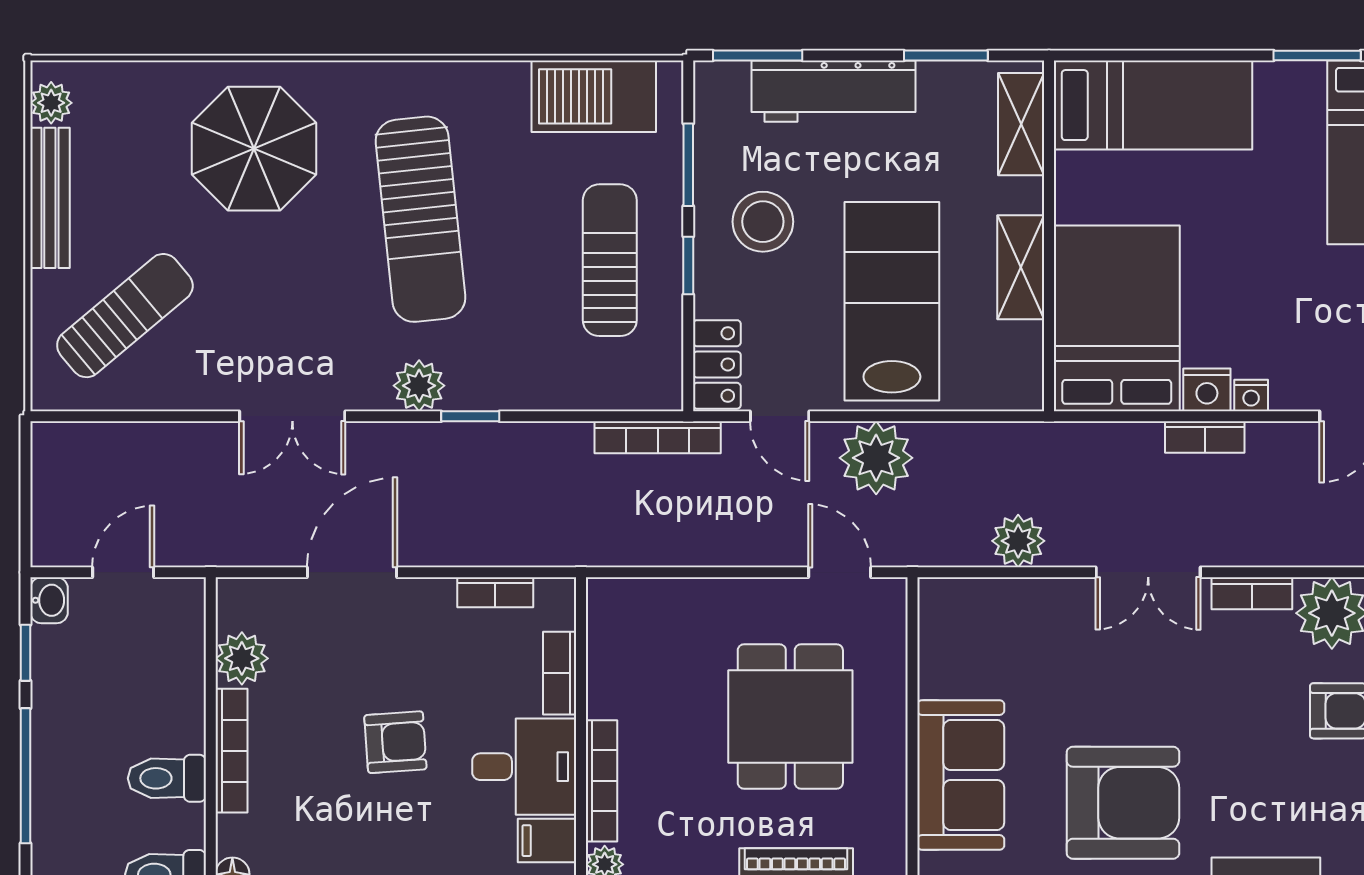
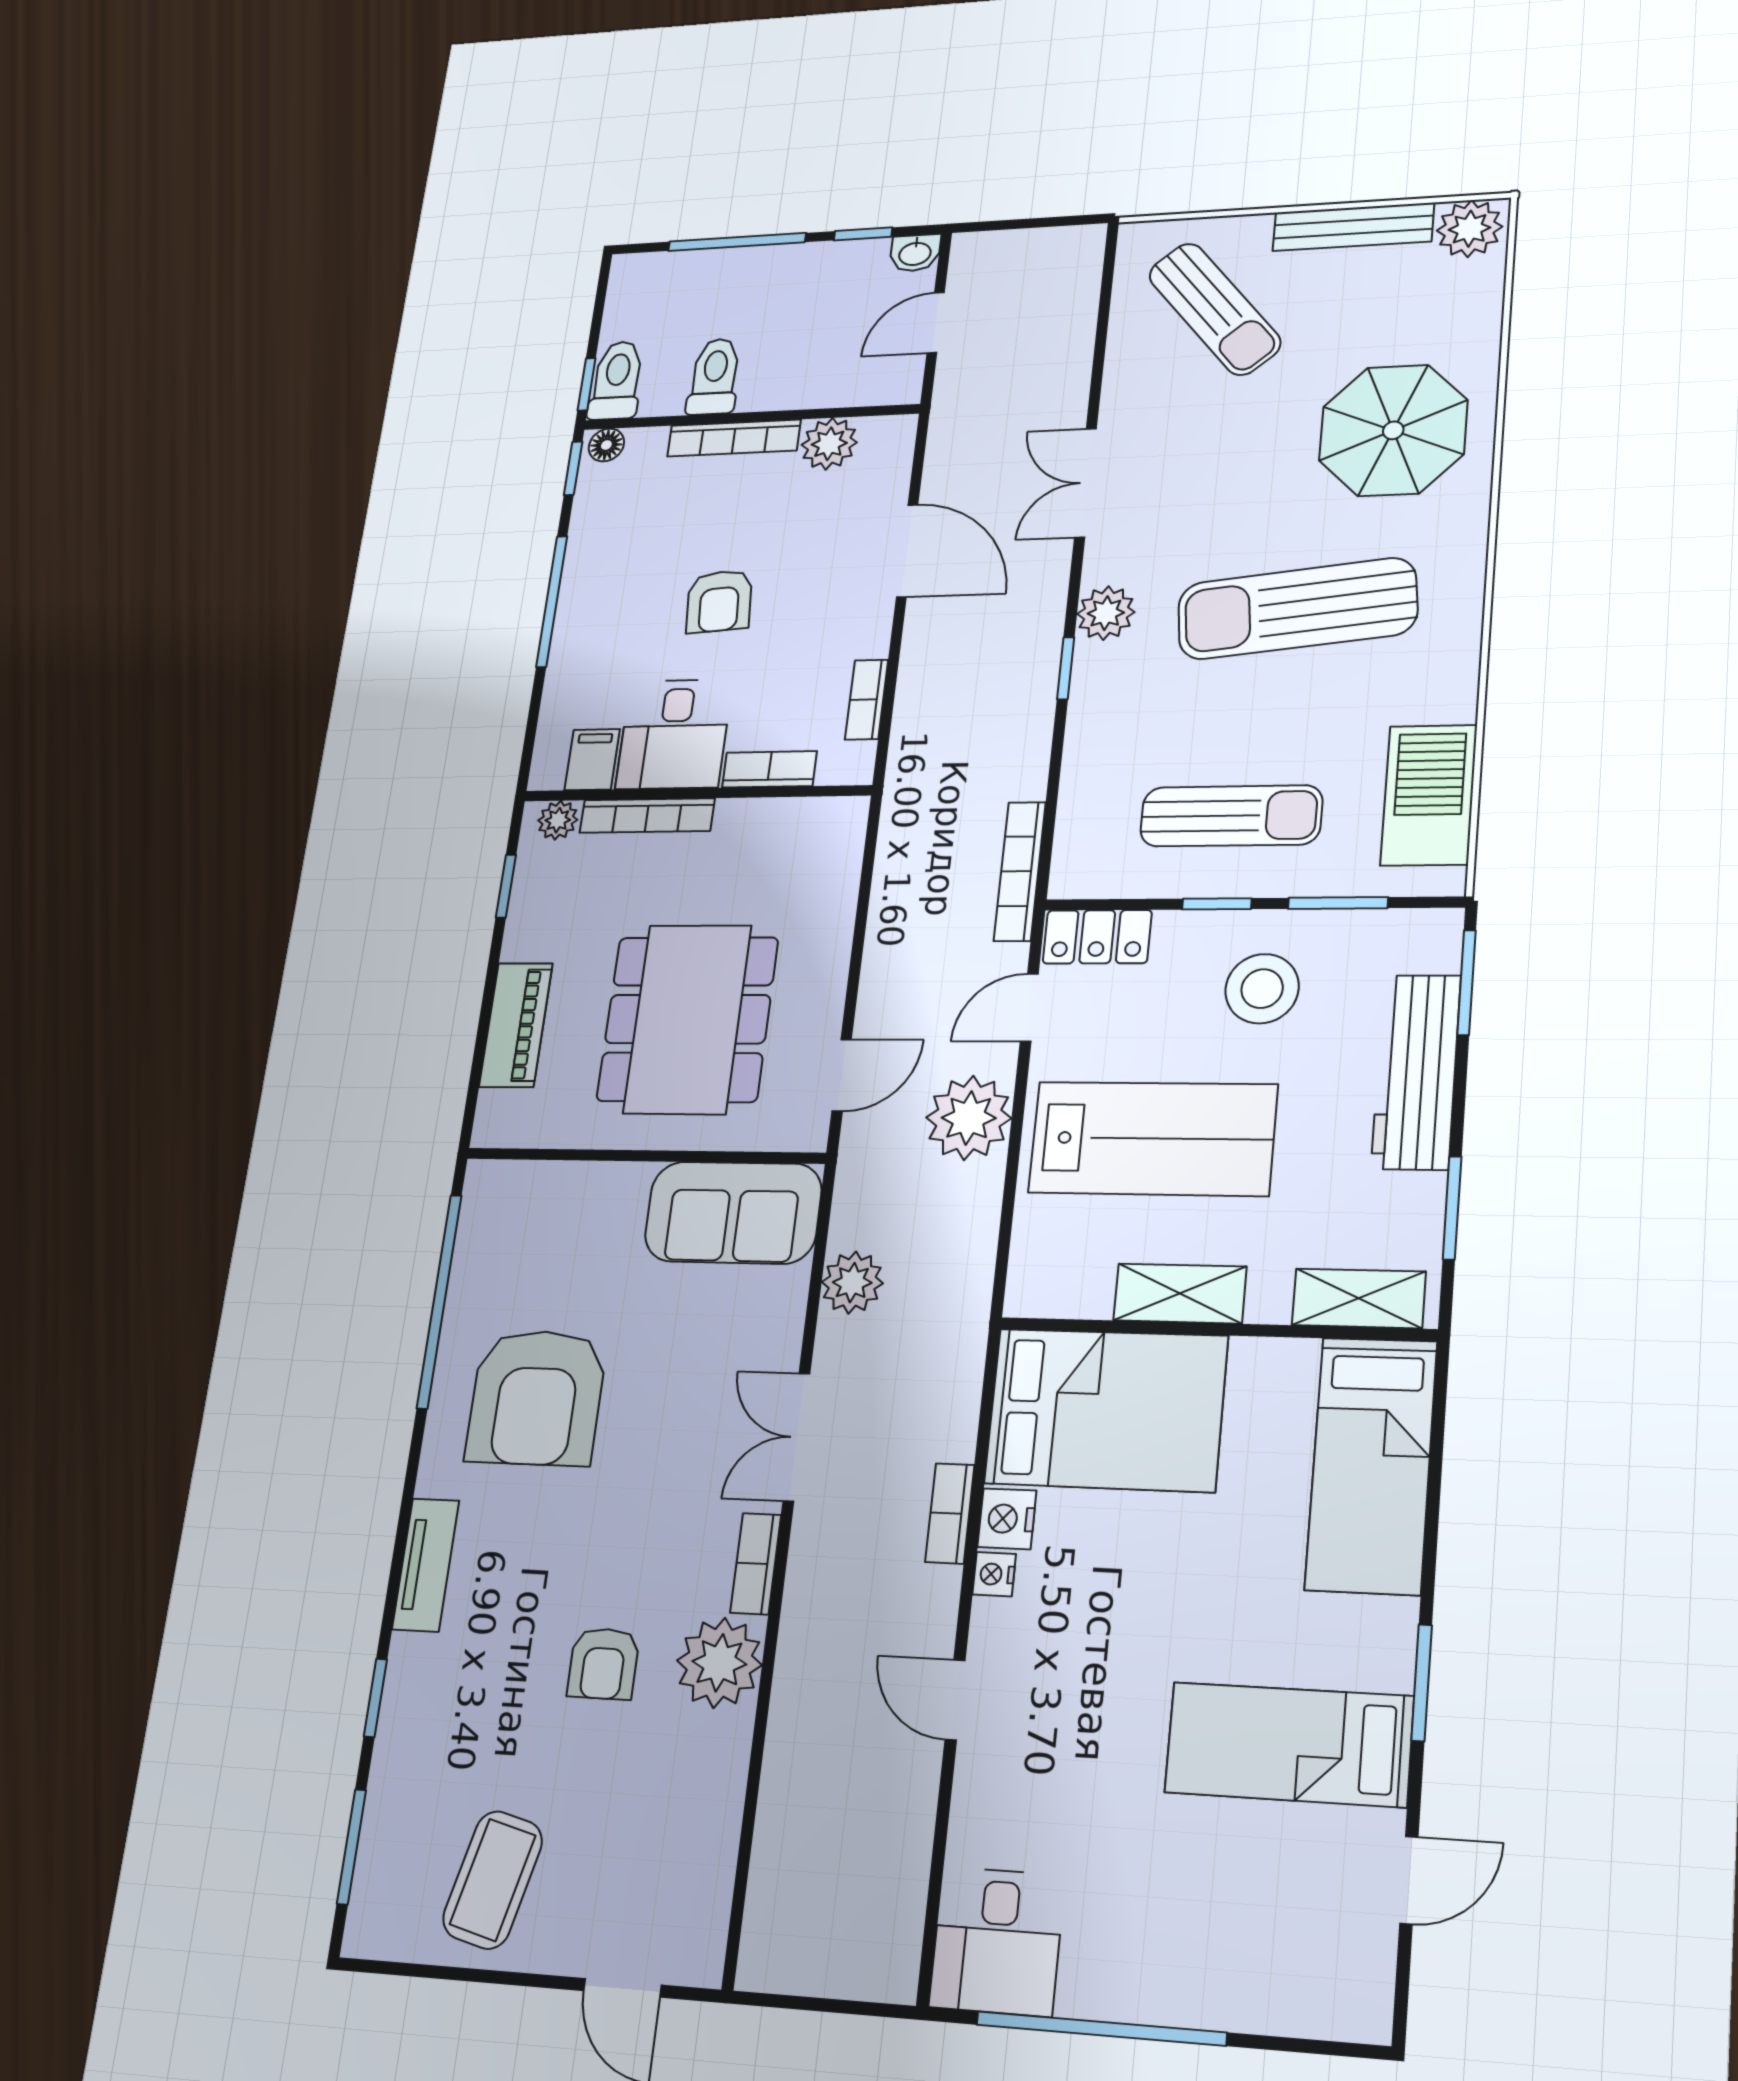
plant: (51, 103) -> (1470, 229), width x1.38, depth x1.38
door: (123, 572) -> (936, 323), swing flipped
dining table: (790, 717) -> (687, 1019), width x1.38
sofa: (961, 775) -> (733, 1213), moved

